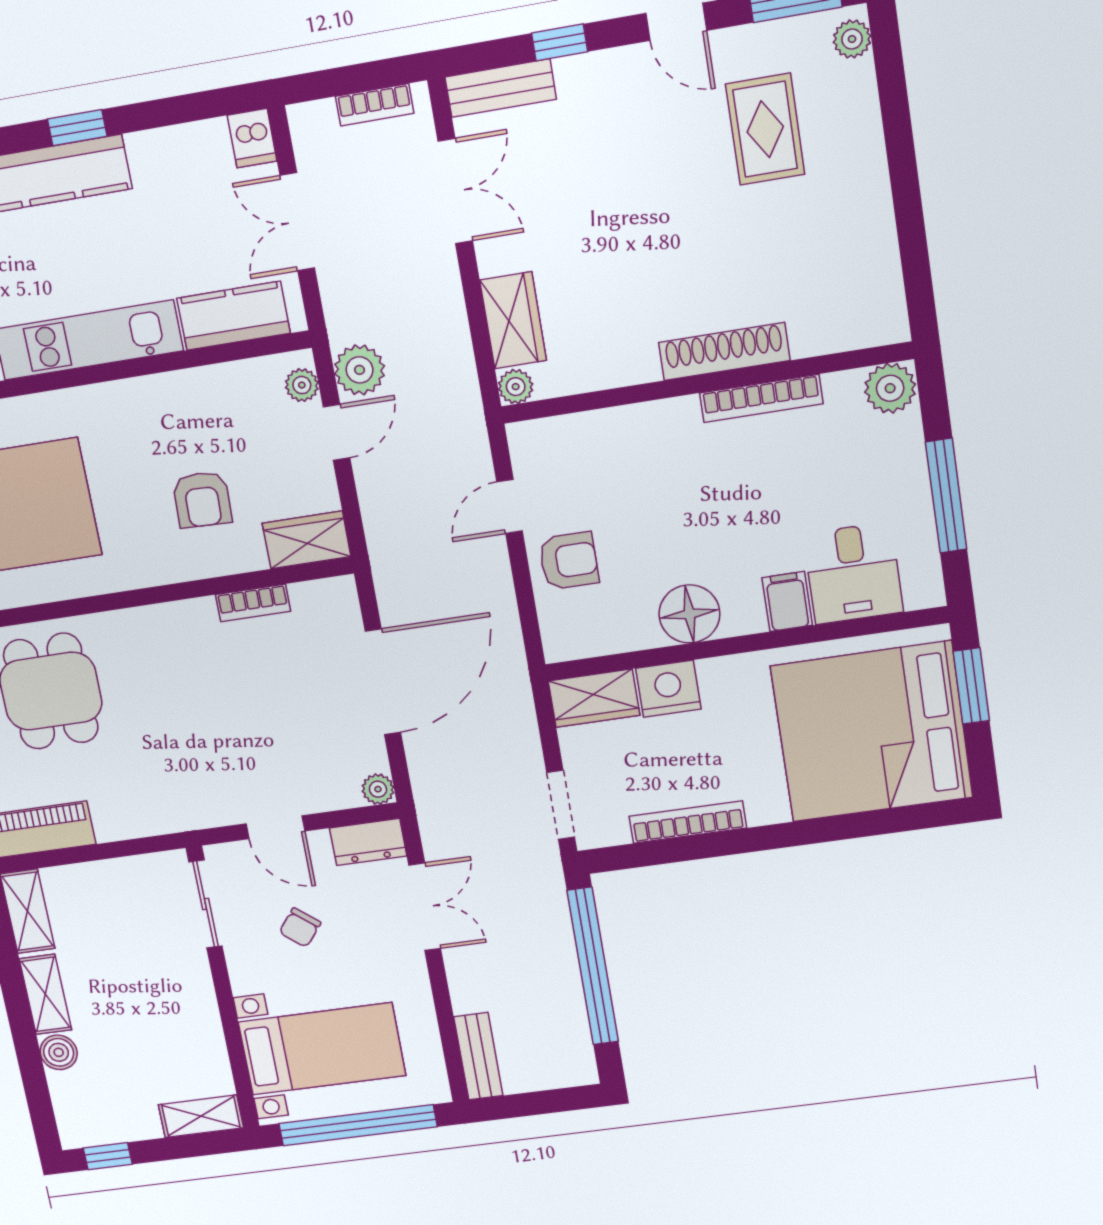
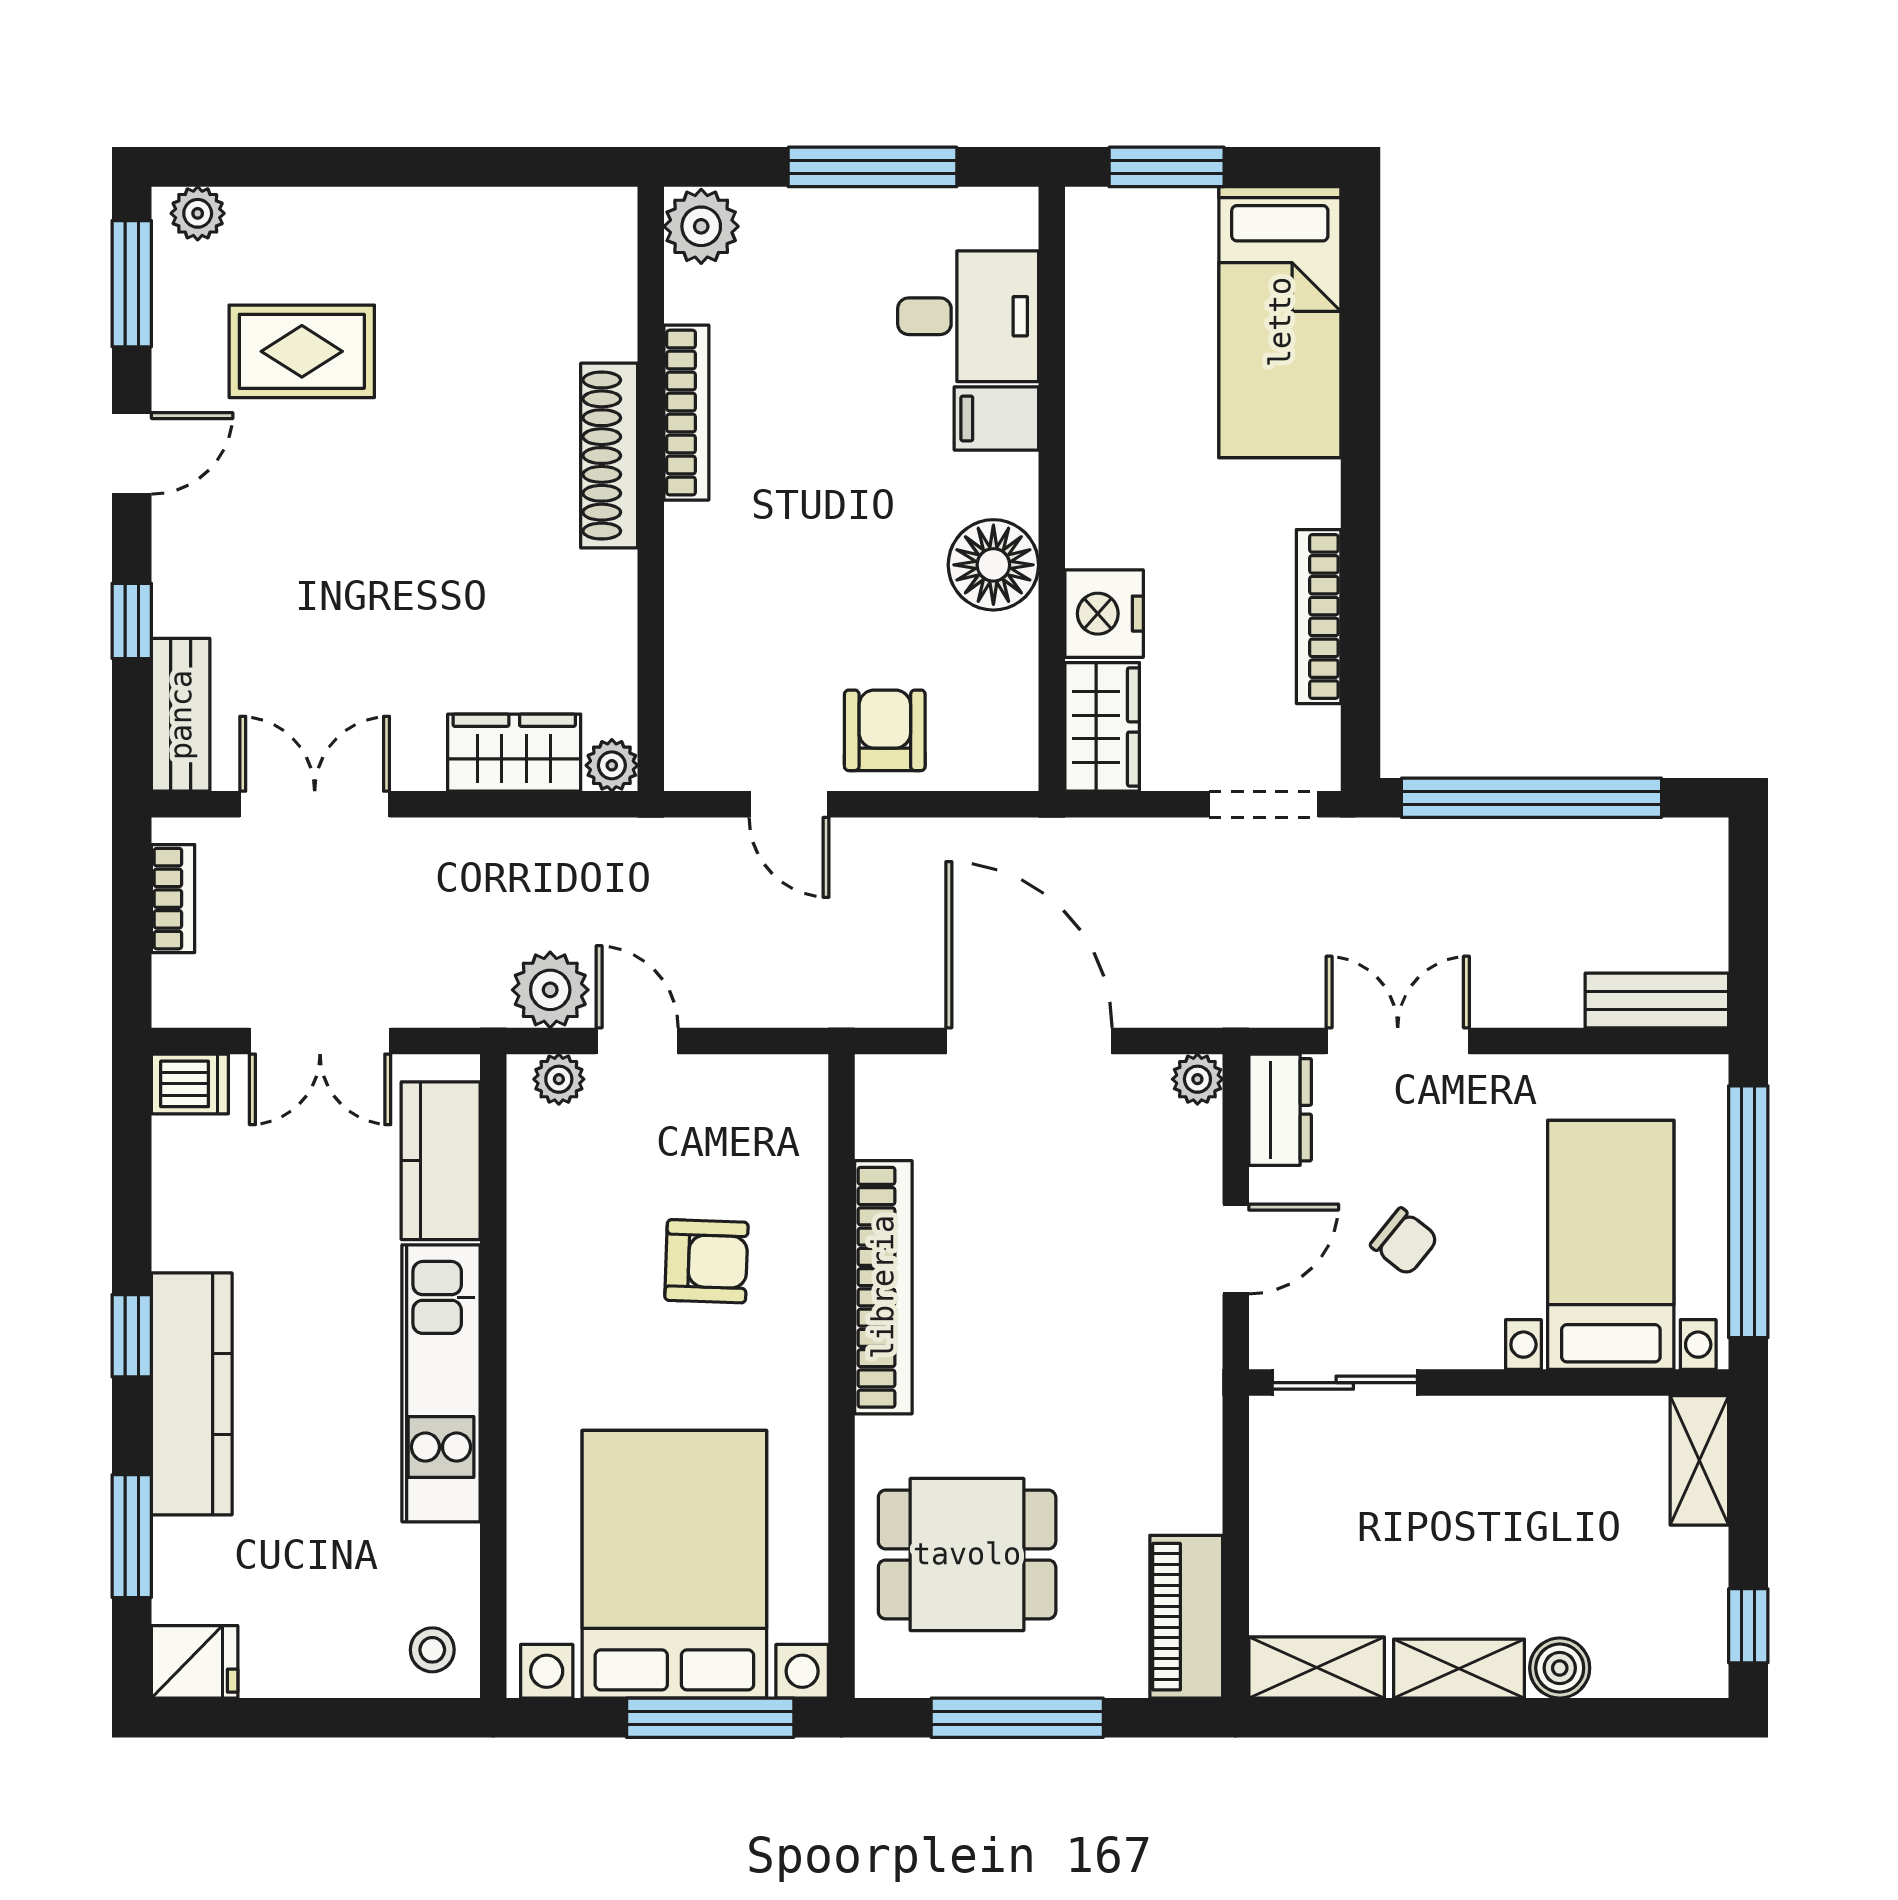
wardrobe: (307, 540) -> (792, 1116), removed
bookcase: (253, 603) -> (883, 1287), width x2.31, depth x1.31
bed: (872, 732) -> (1280, 322), width x0.49

